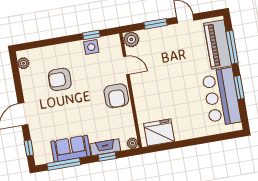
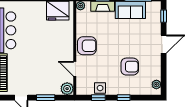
window: (61, 40) -> (124, 98), added
armchair: (116, 96) -> (87, 46), turned 90

